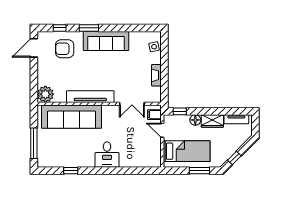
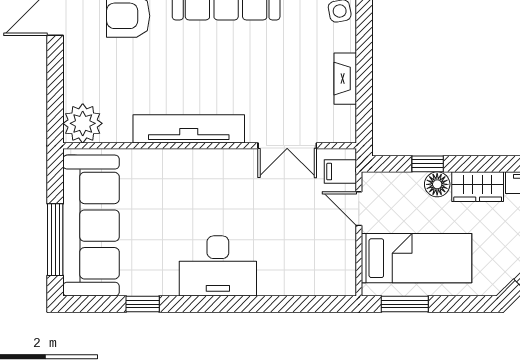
window: (180, 111) -> (428, 164), moved
sofa: (72, 117) -> (91, 226), moved, turned -90
desk: (107, 155) -> (218, 266), width x1.37
window: (199, 171) -> (405, 304), moved

